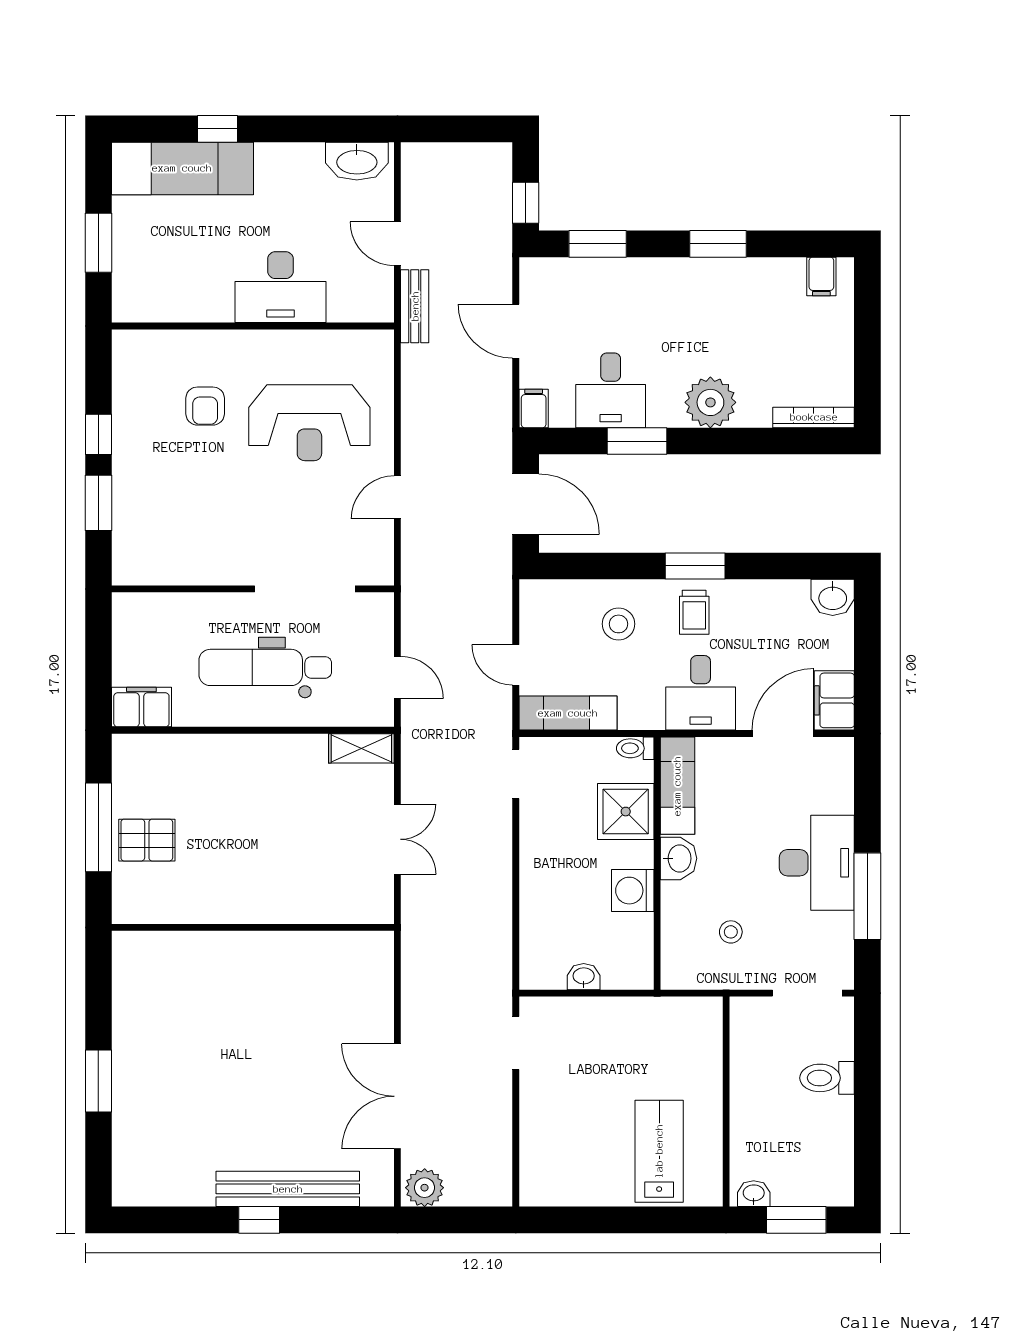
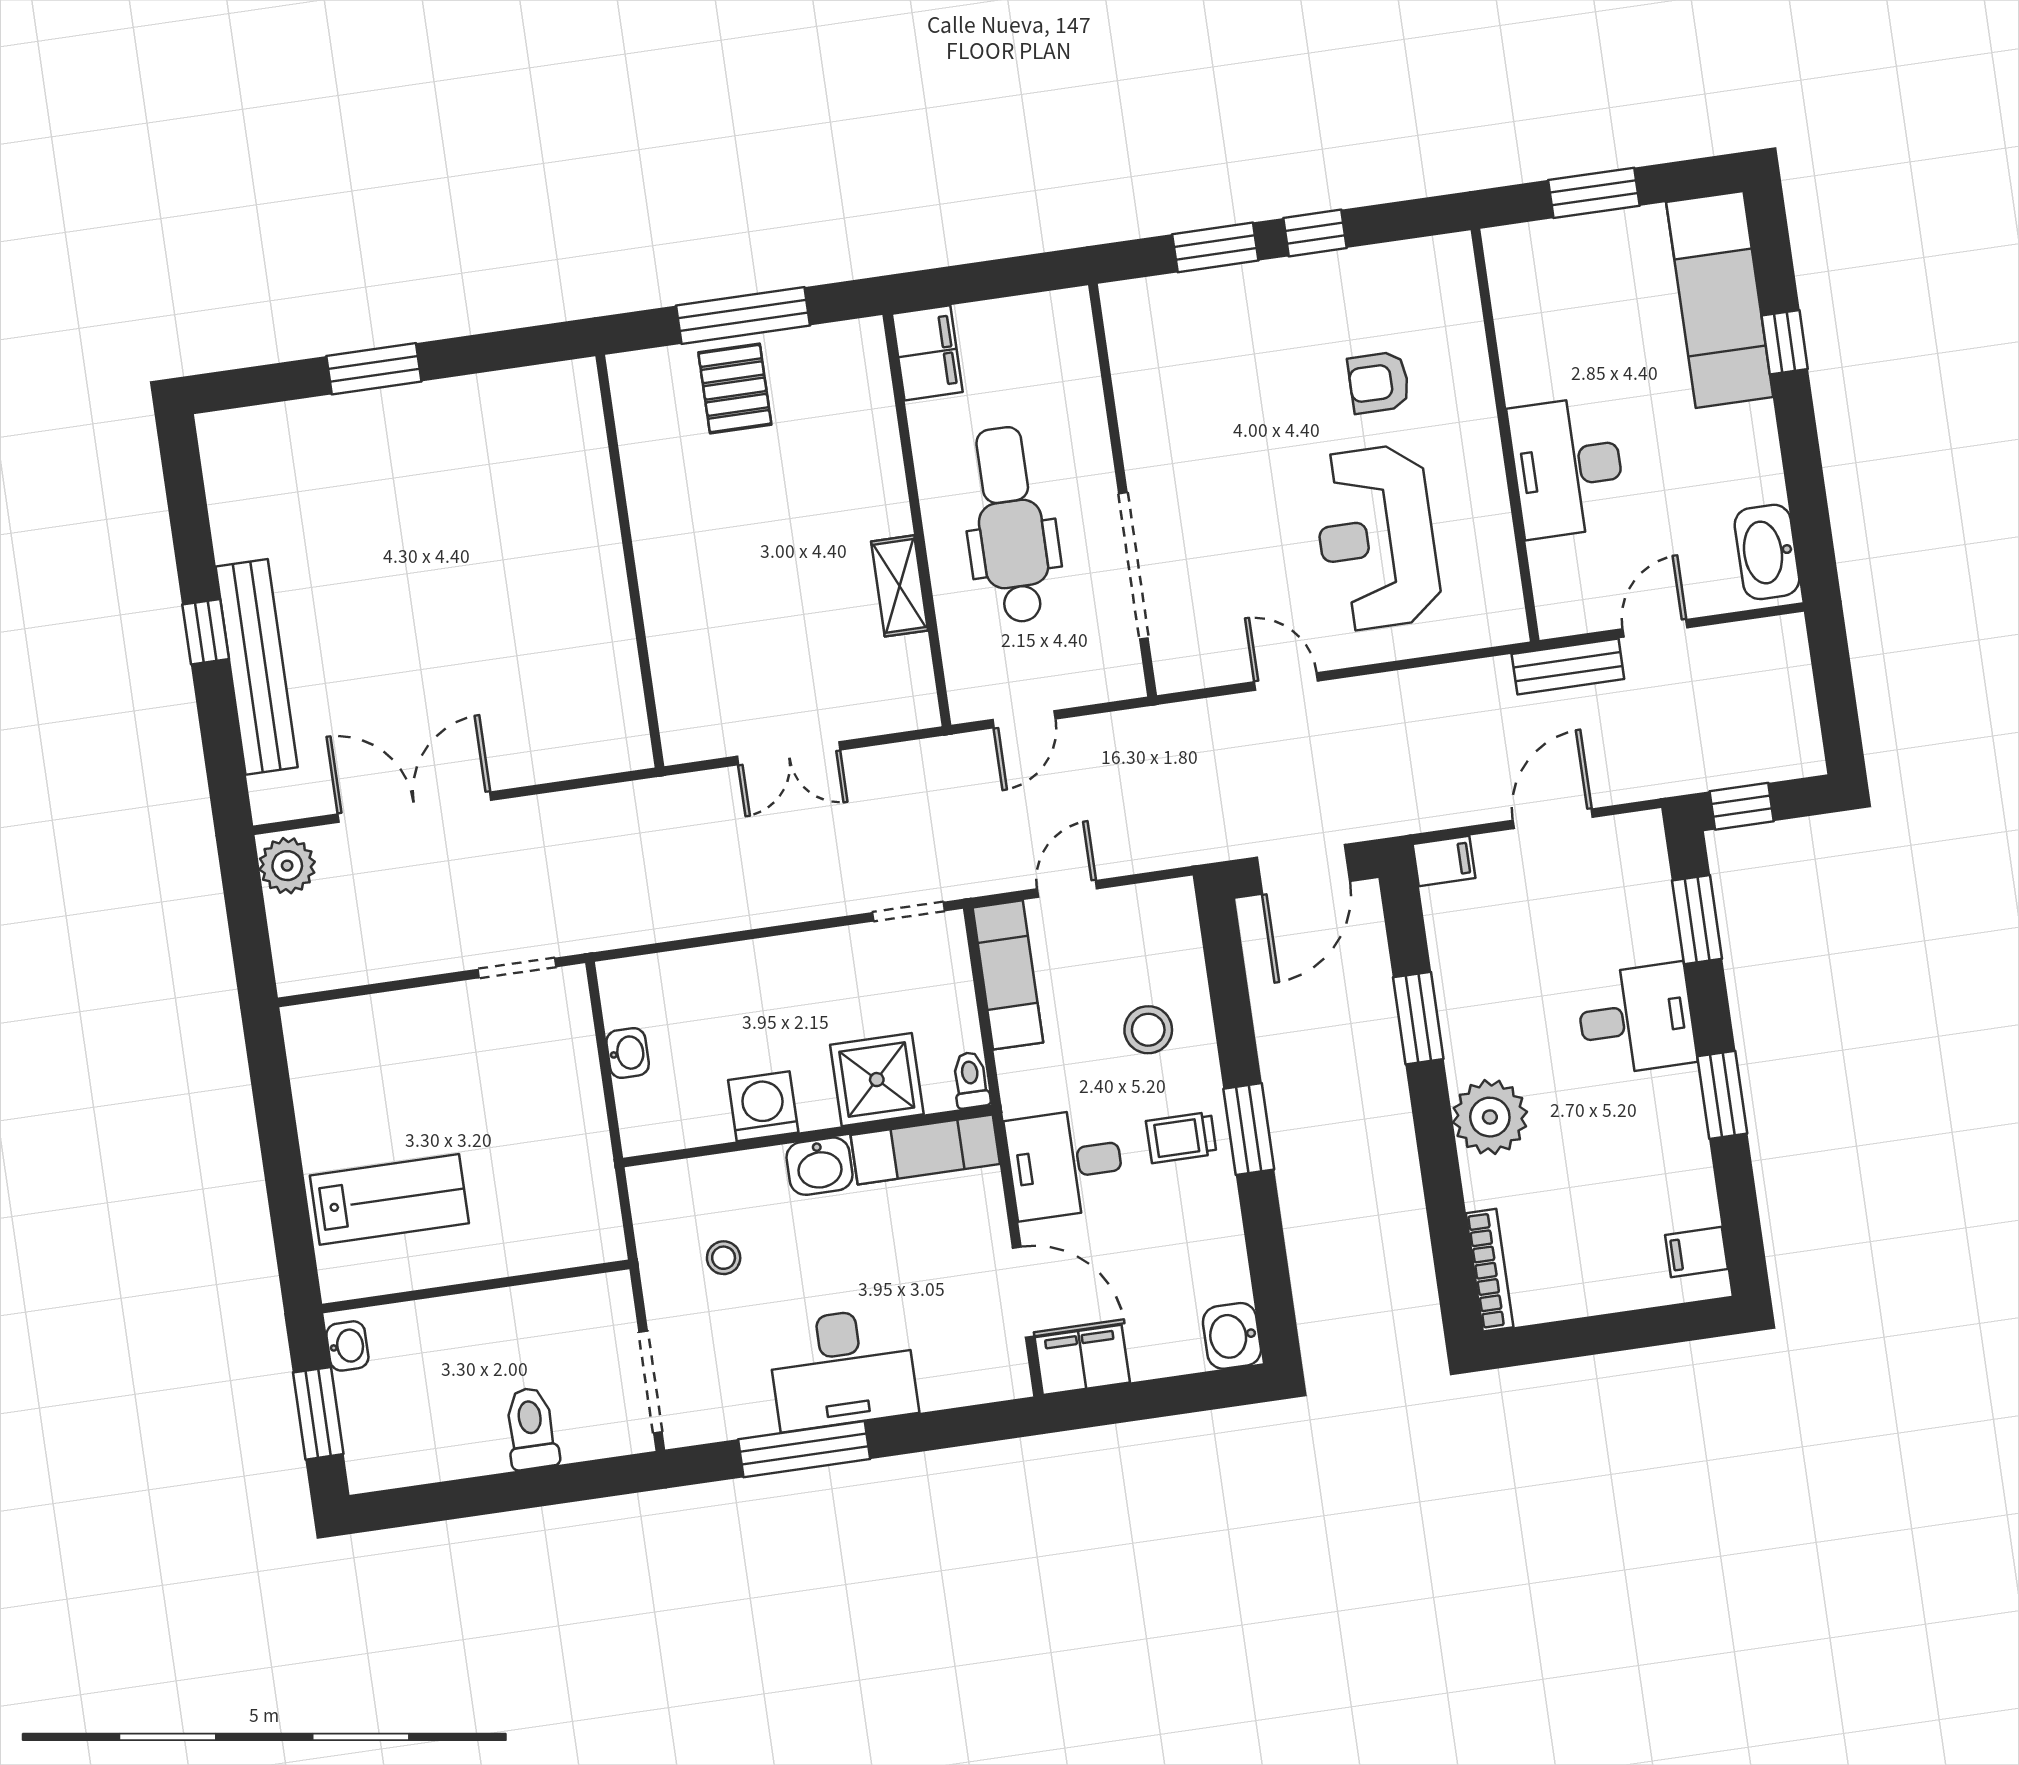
desk: (611, 390) -> (1636, 1019), moved, turned 180
shelving: (361, 748) -> (900, 586), moved

